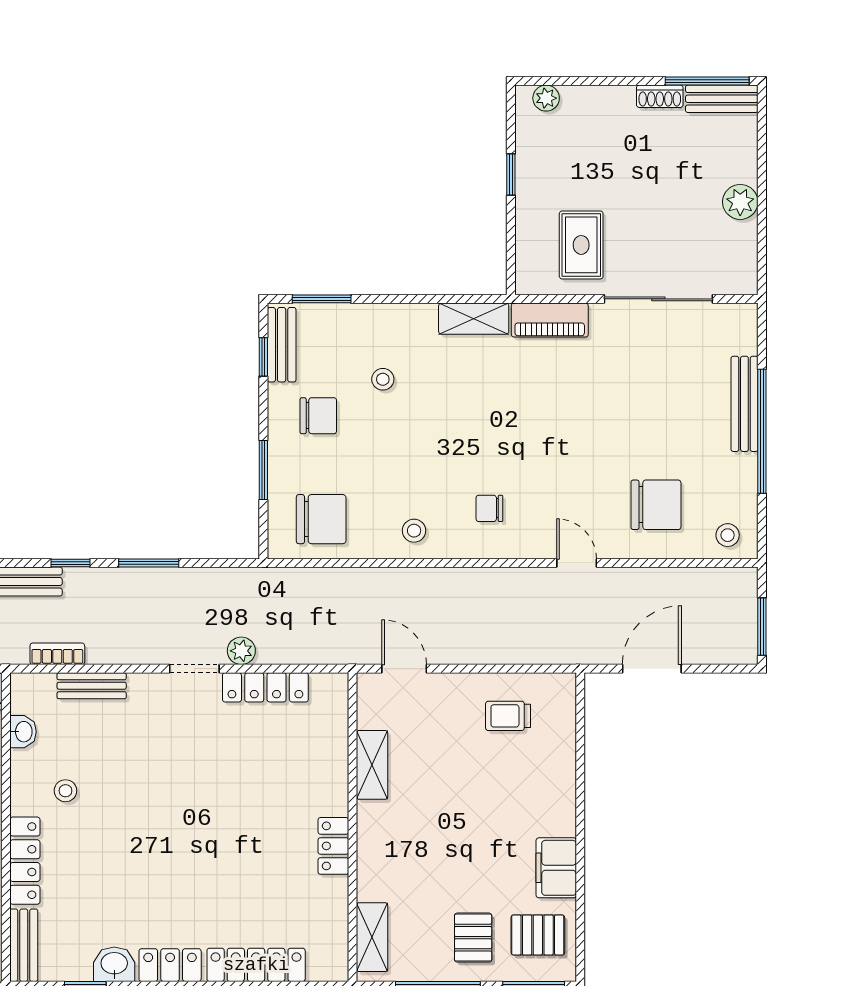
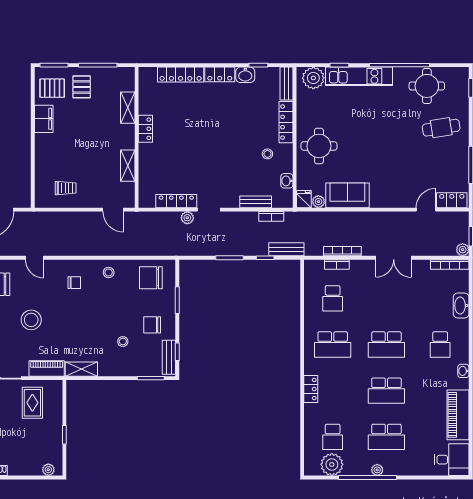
stool: (584, 427) -> (31, 320), added
shelving: (372, 937) -> (128, 108), moved

